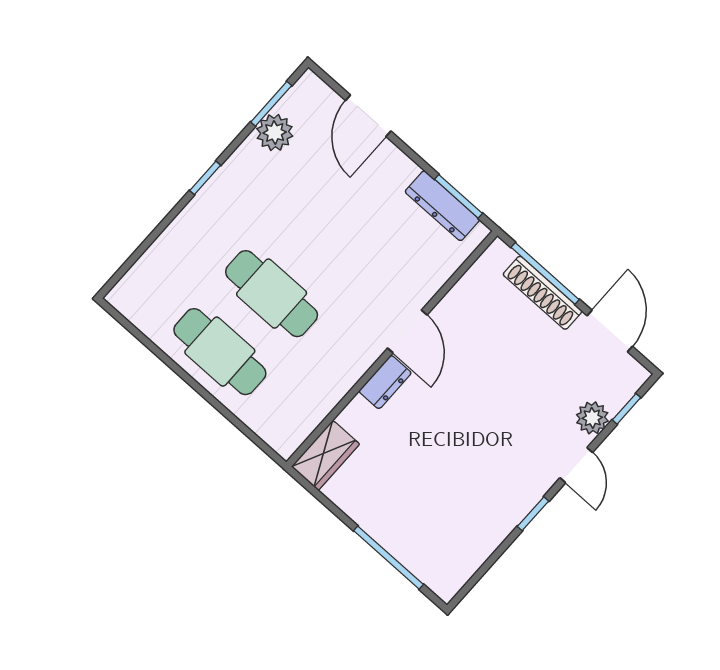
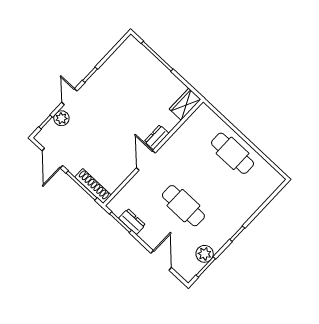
dresser: (442, 206) -> (132, 222), width x0.70
shoe rack: (542, 293) -> (93, 186), moved
cafe table: (272, 294) -> (183, 206), moved

